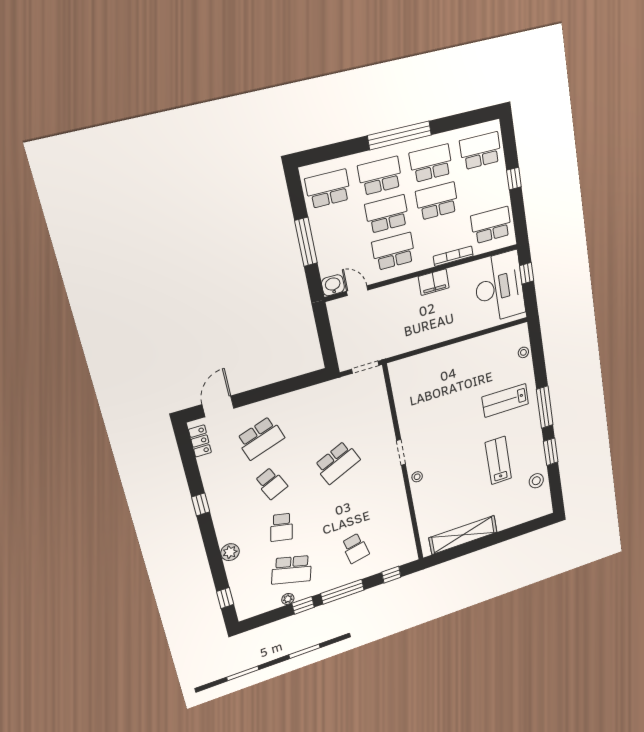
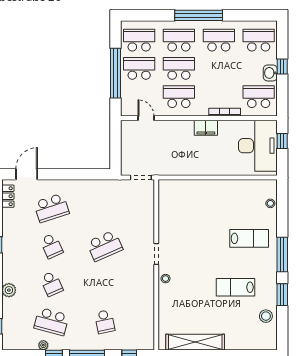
school desk: (437, 201) -> (139, 68), moved
window: (306, 242) -> (116, 73), width x1.46
washbasin: (333, 285) -> (270, 73), moved, turned -90
lab bench: (505, 400) -> (249, 238), turned 180
lab bench: (498, 460) -> (236, 287), turned -90
school desk: (282, 527) -> (51, 284), turned -36

